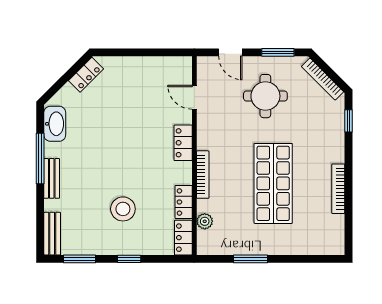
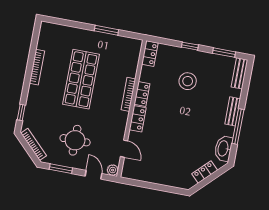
locker: (86, 75) -> (205, 172), moved
locker: (184, 202) -> (142, 94), moved
plant: (205, 221) -> (113, 170), moved

